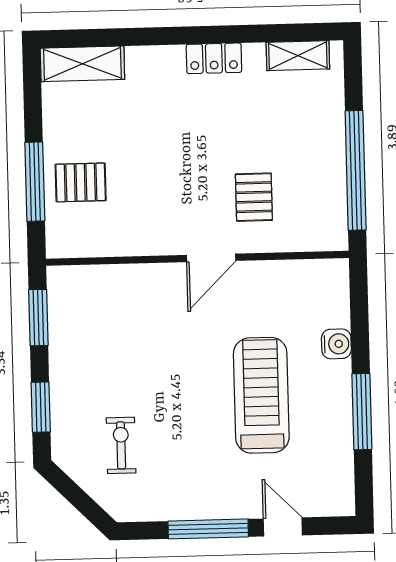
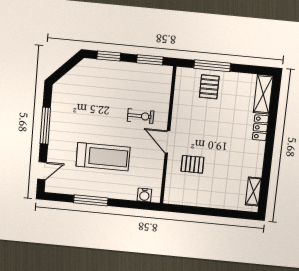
locker: (214, 58) -> (260, 128), moved
window: (356, 170) -> (199, 211), removed
water cooler: (336, 344) -> (144, 195), moved
exercise bike: (121, 445) -> (141, 116), moved
door: (283, 527) -> (42, 171), moved

